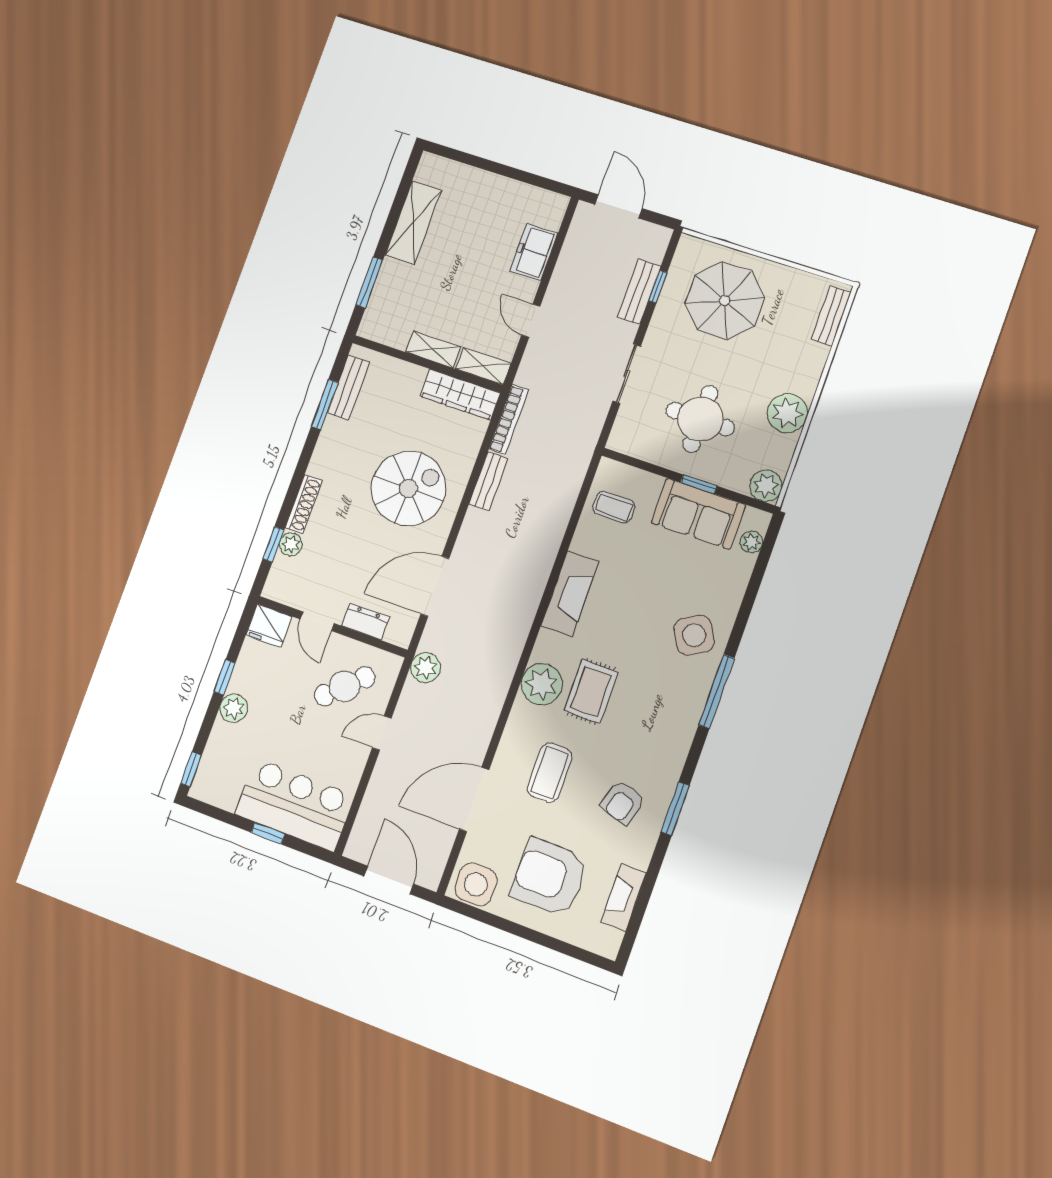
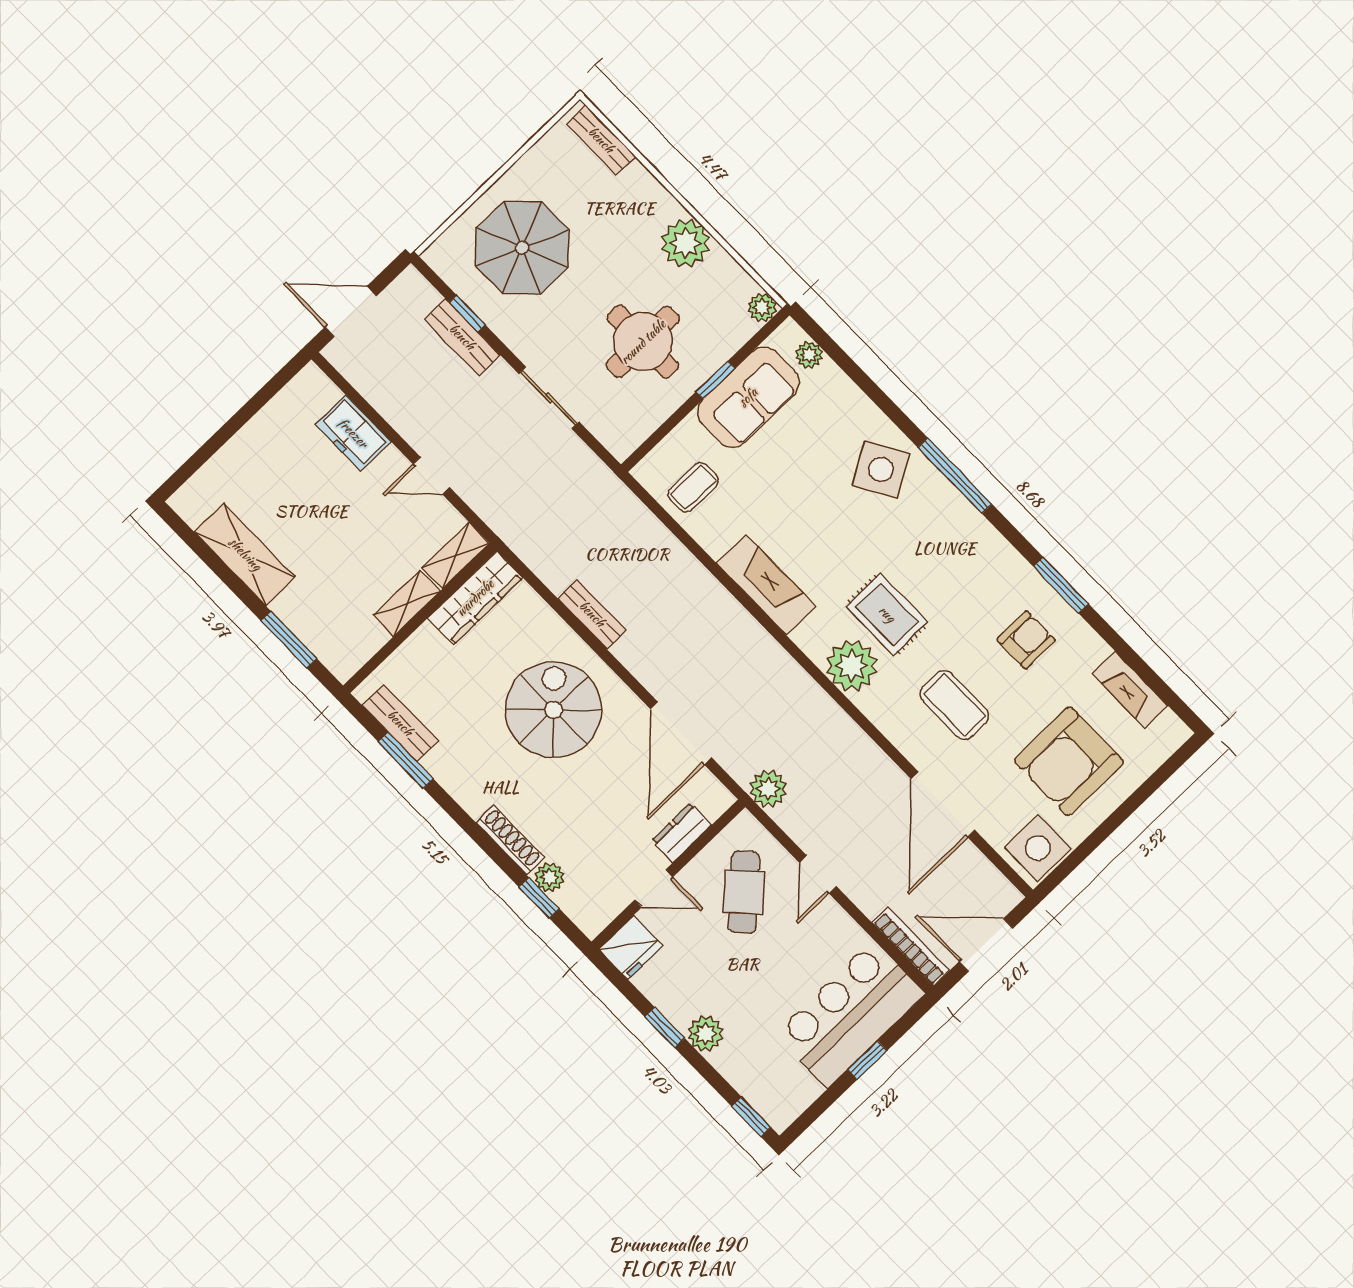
bookcase: (509, 420) -> (911, 947), moved
plant: (766, 486) -> (762, 308), width x0.73, depth x0.73
armchair: (623, 802) -> (1026, 640), turned -107

